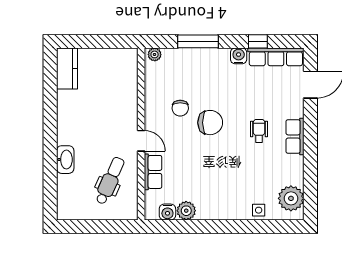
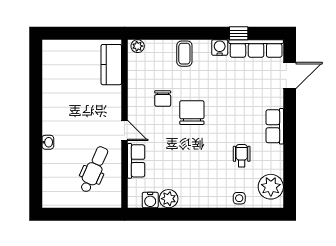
window: (198, 41) -> (180, 33), removed
coffee table: (202, 62) -> (184, 54), added
kitchen counter: (67, 68) -> (111, 65), moved, turned 180
chair: (210, 123) -> (192, 113), turned -90
wheelchair: (259, 131) -> (242, 156), moved
washbasin: (65, 160) -> (48, 142), width x0.52, depth x0.69

